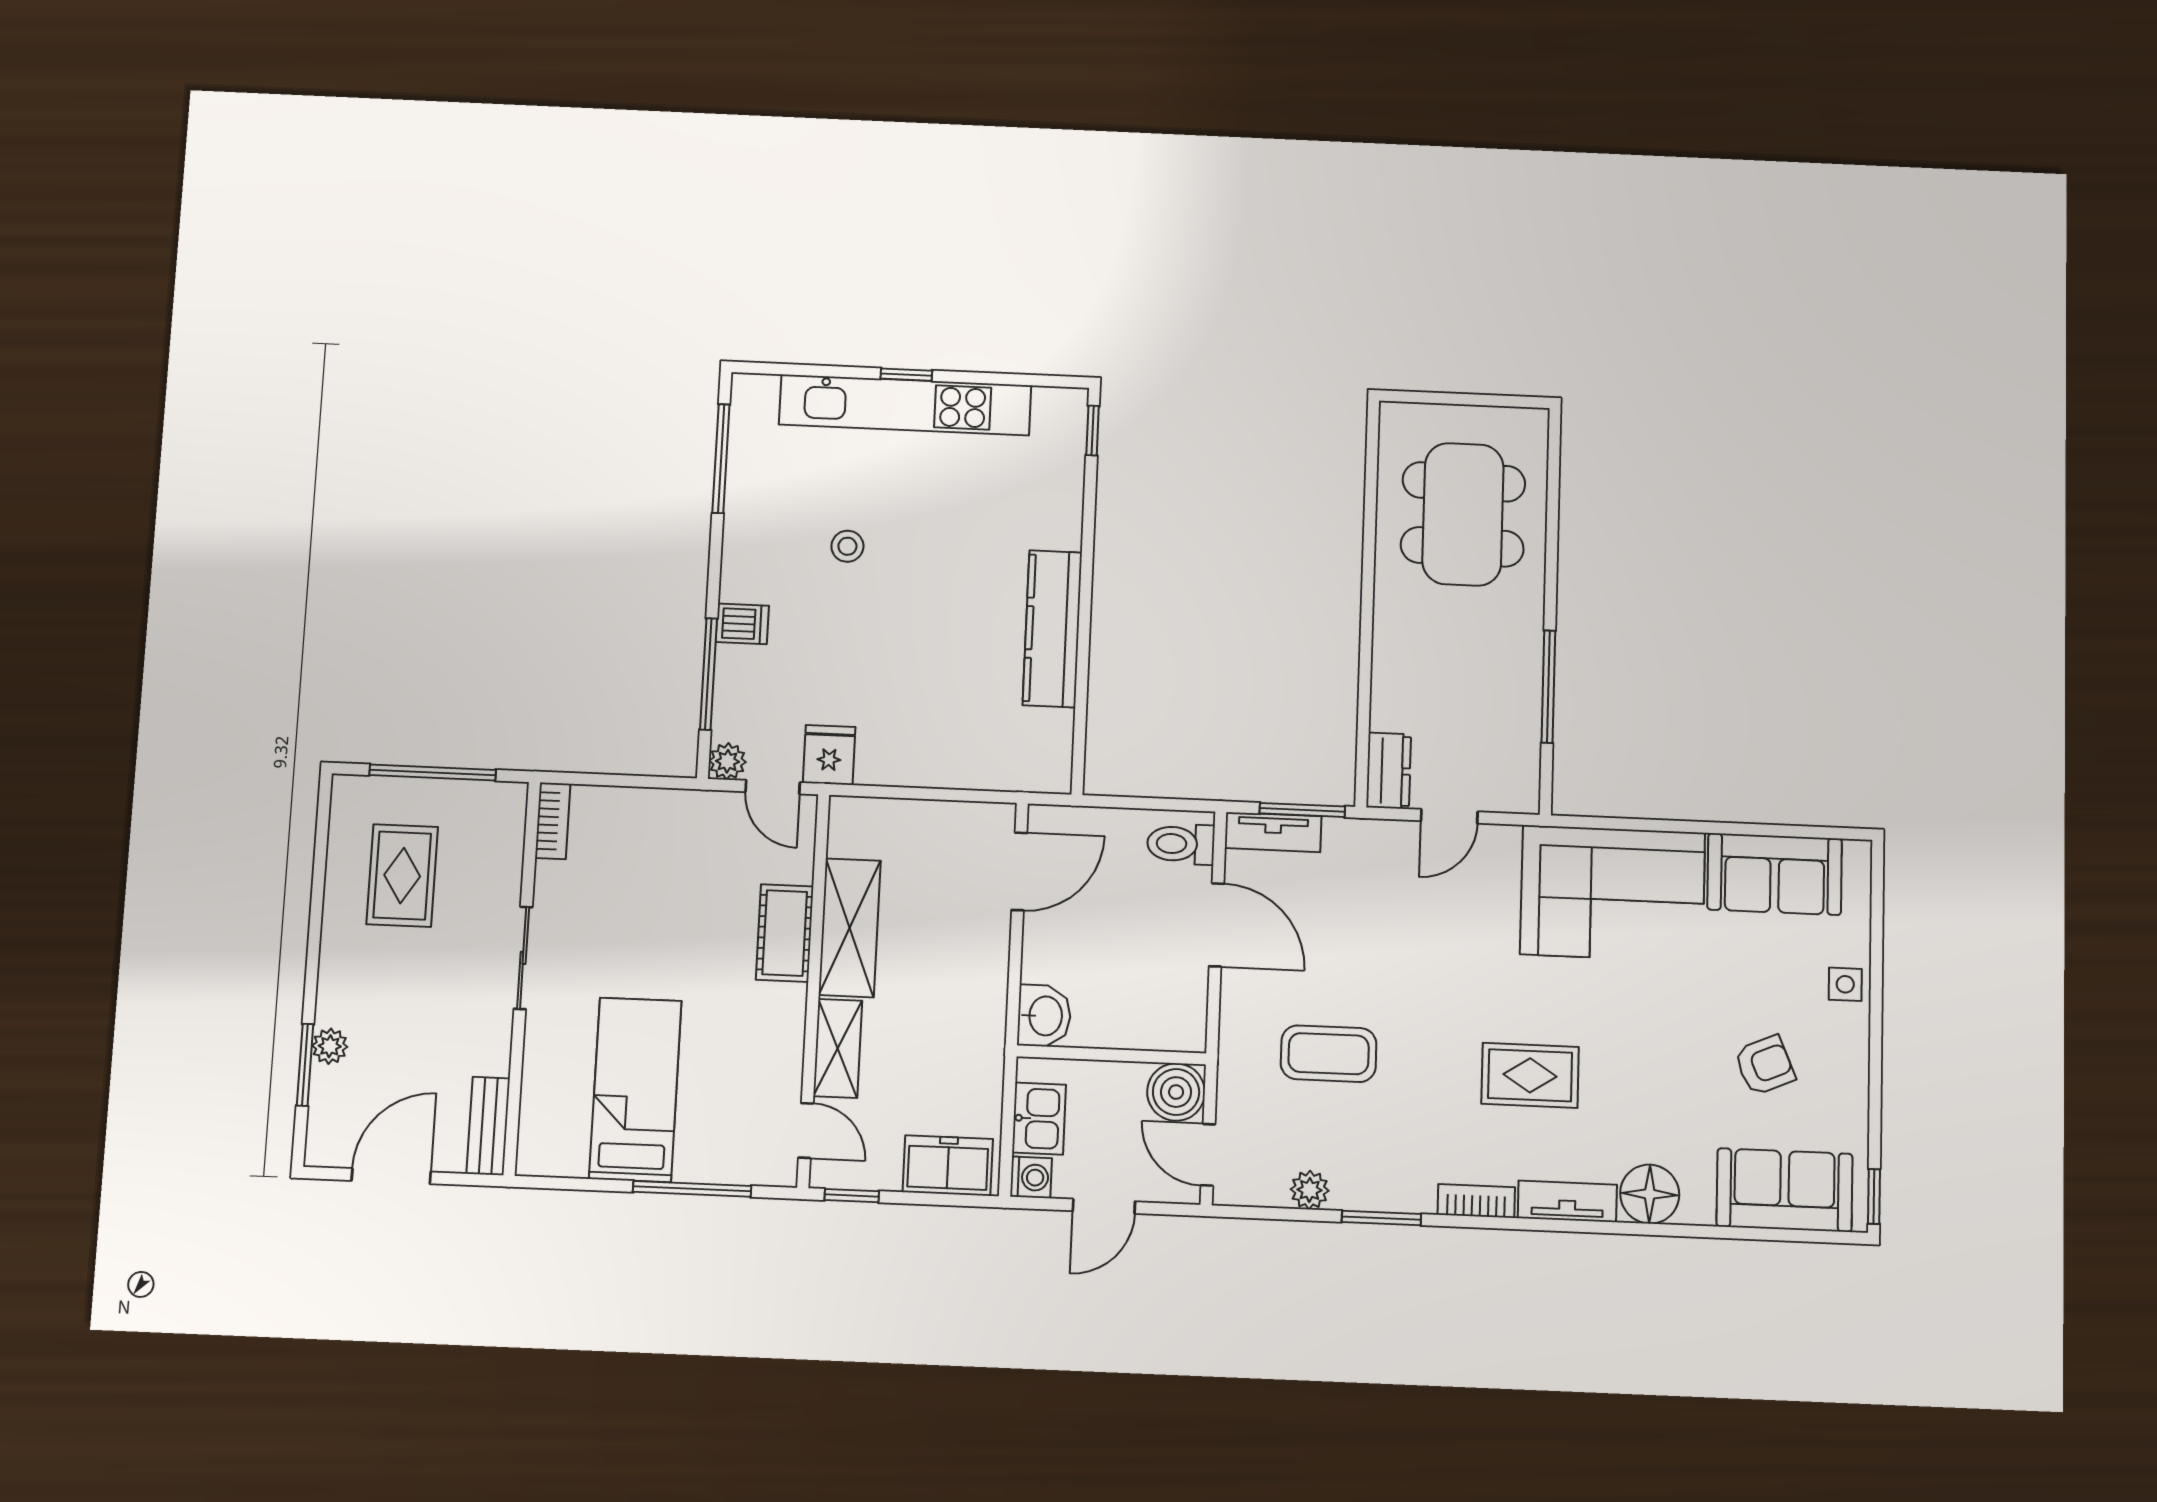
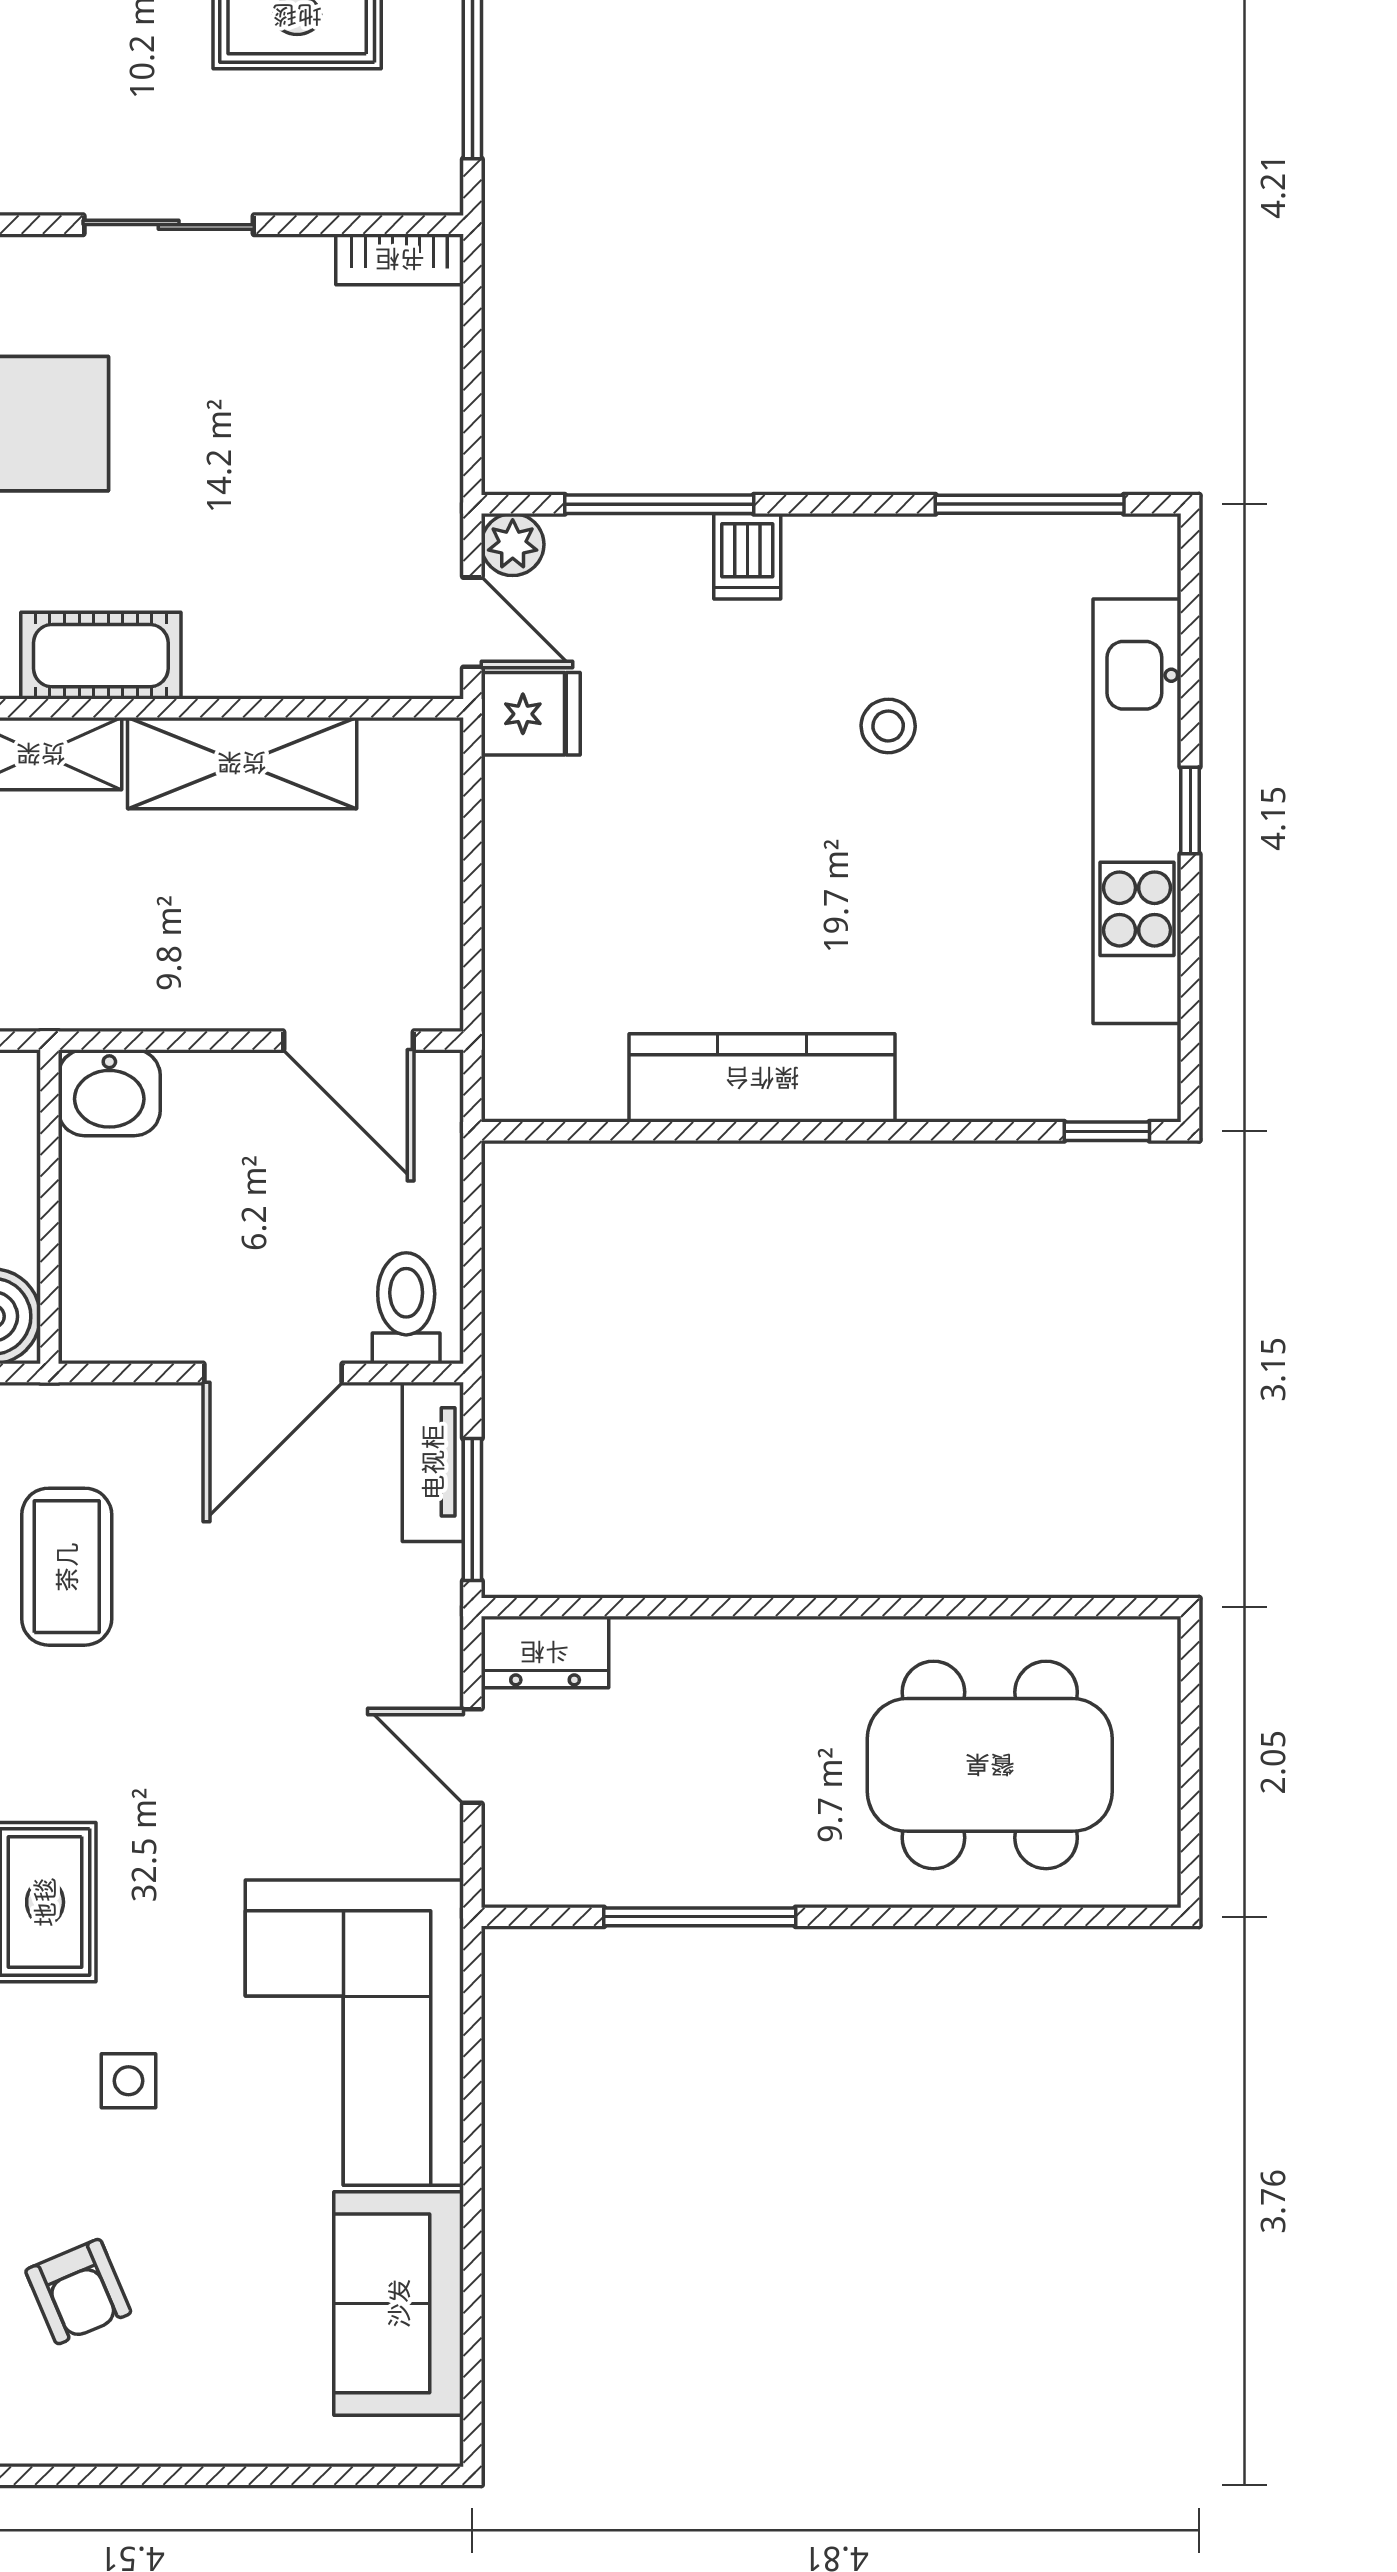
door: (773, 787) -> (472, 622), swing flipped
cot: (785, 933) -> (101, 656), moved
side table: (1845, 984) -> (129, 2081), moved

